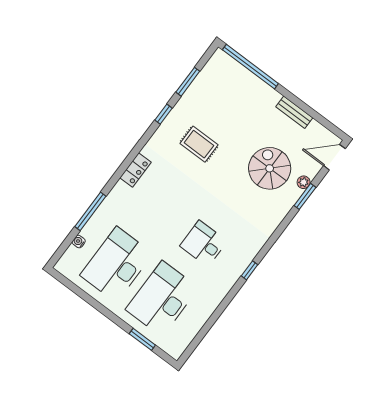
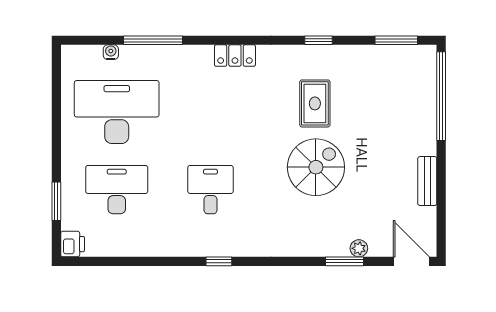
window: (188, 82) -> (396, 40), moved
spiral stairs: (270, 168) -> (316, 167), moved
desk: (162, 299) -> (117, 190), width x0.73, depth x0.77
printer: (175, 349) -> (73, 244), added

